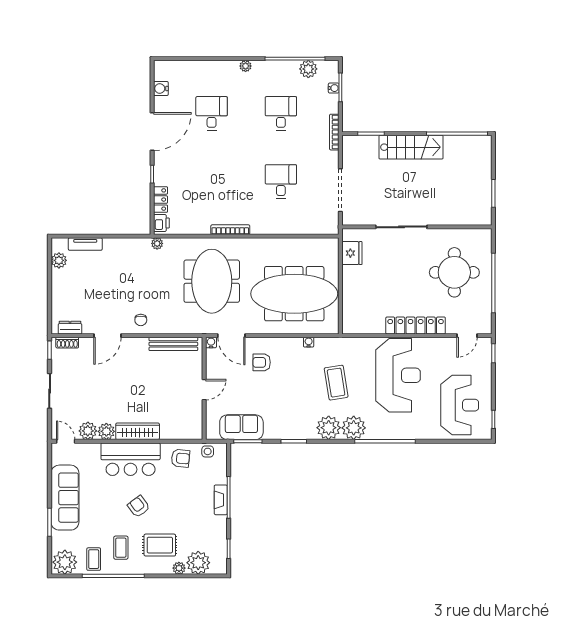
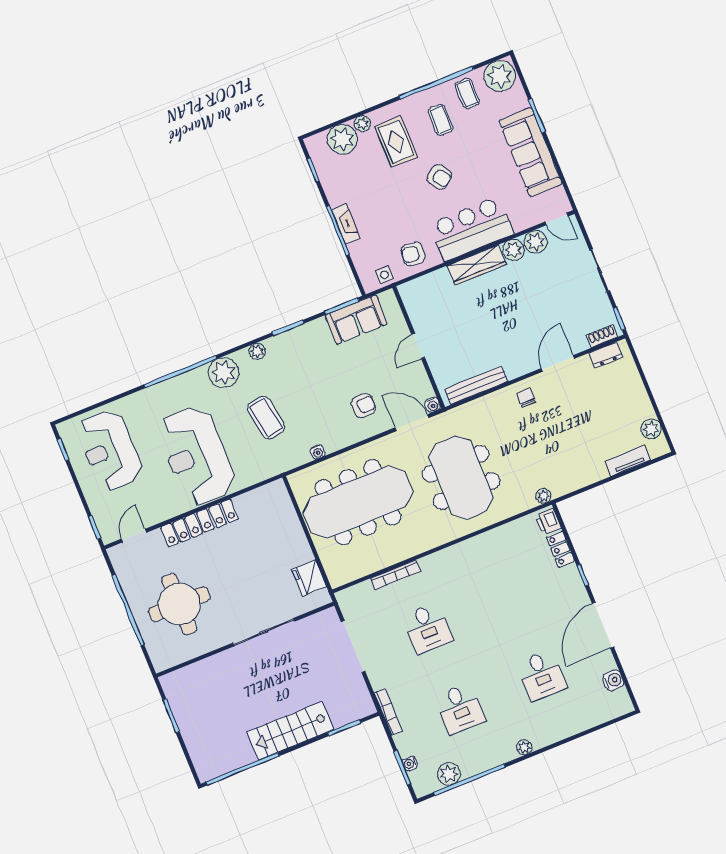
bookcase: (230, 230) -> (395, 575), moved
plant: (329, 428) -> (257, 351), width x0.53, depth x0.53
rug: (160, 545) -> (396, 142), turned 90

